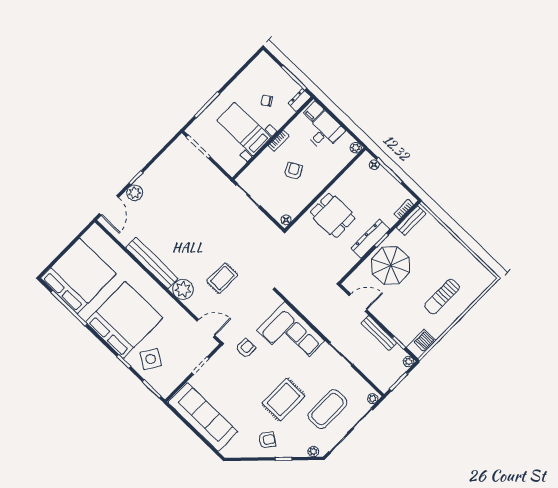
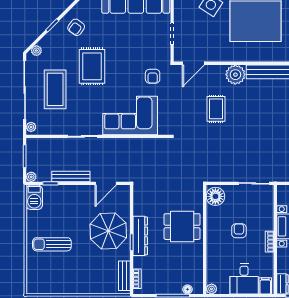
armchair: (293, 171) -> (239, 231), turned -151
floor lamp: (286, 220) -> (215, 196), width x1.89, depth x1.89
sun lounger: (442, 296) -> (52, 244), turned -90

